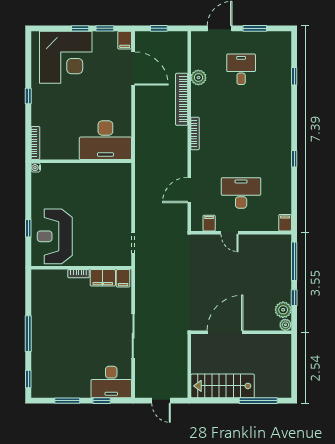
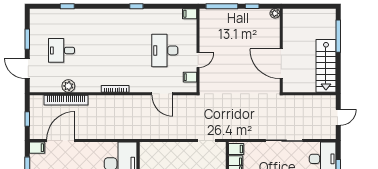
bookcase: (182, 99) -> (66, 100), moved
plant: (283, 310) -> (262, 15), removed

